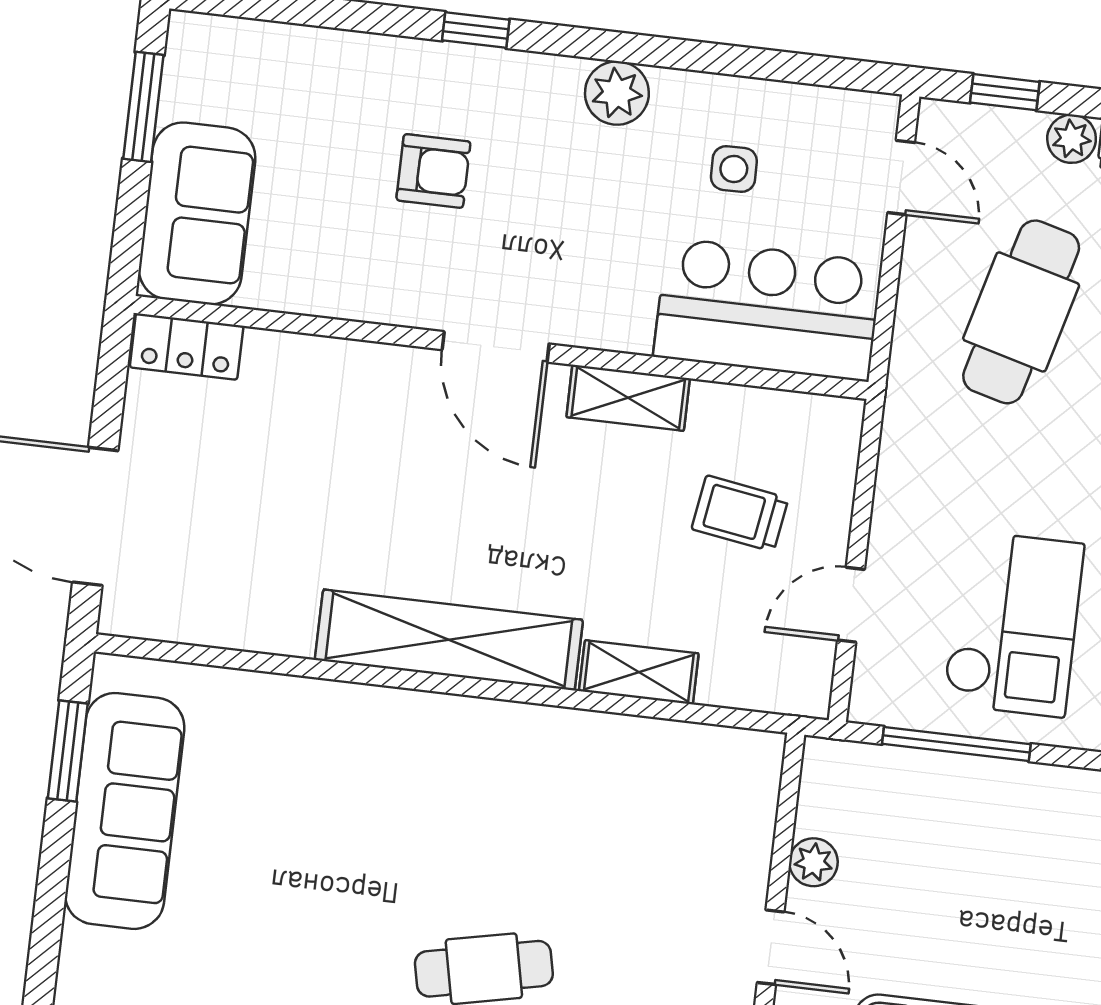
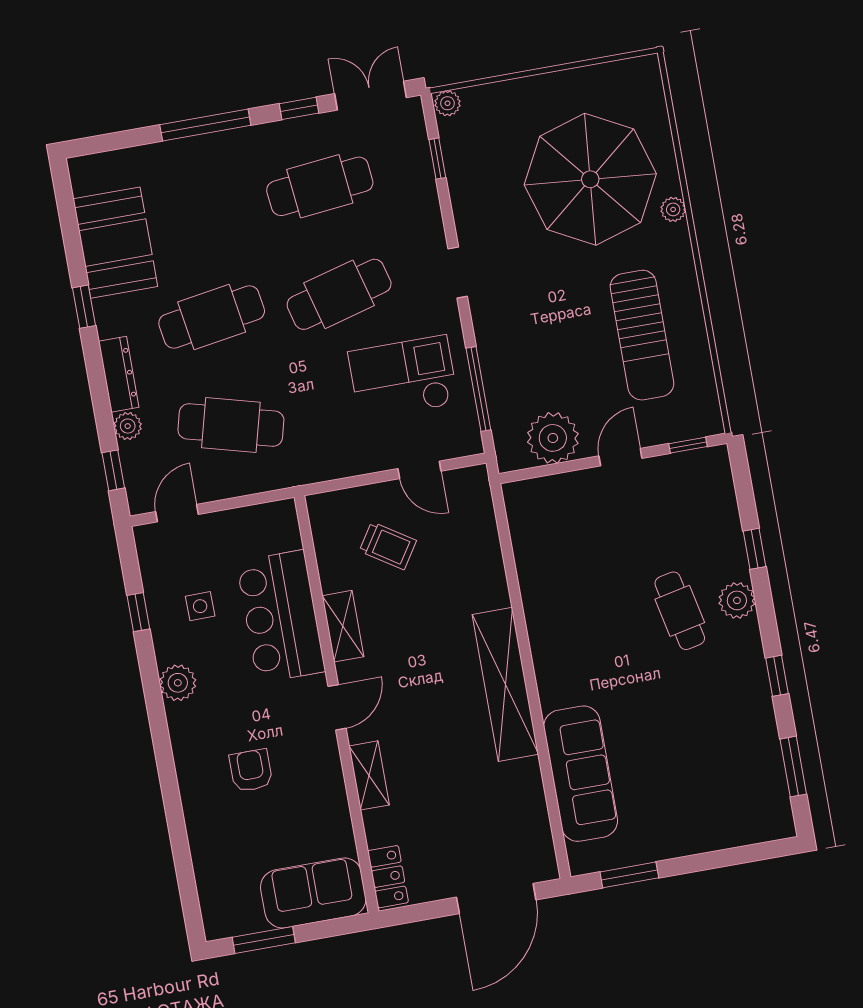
window: (476, 30) -> (138, 612), moved
bar counter: (768, 309) -> (281, 616), moved
door: (496, 347) -> (337, 707), width x0.73
trolley: (740, 514) -> (388, 546), turned -66
shelving: (639, 672) -> (369, 775), moved
sofa: (125, 811) -> (581, 774), moved, turned 90
plant: (814, 862) -> (553, 438), width x1.88, depth x1.88

